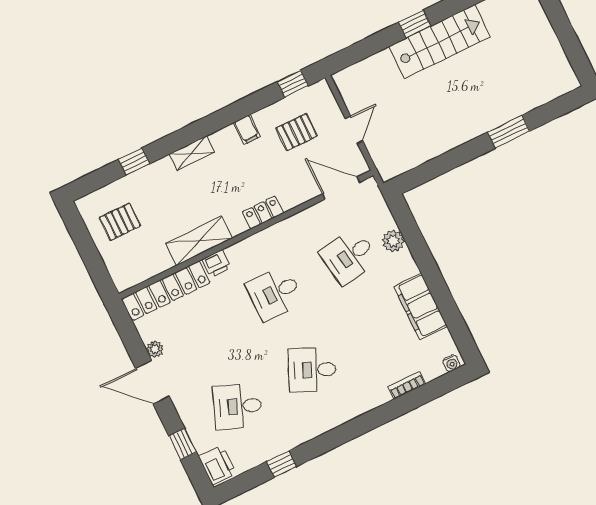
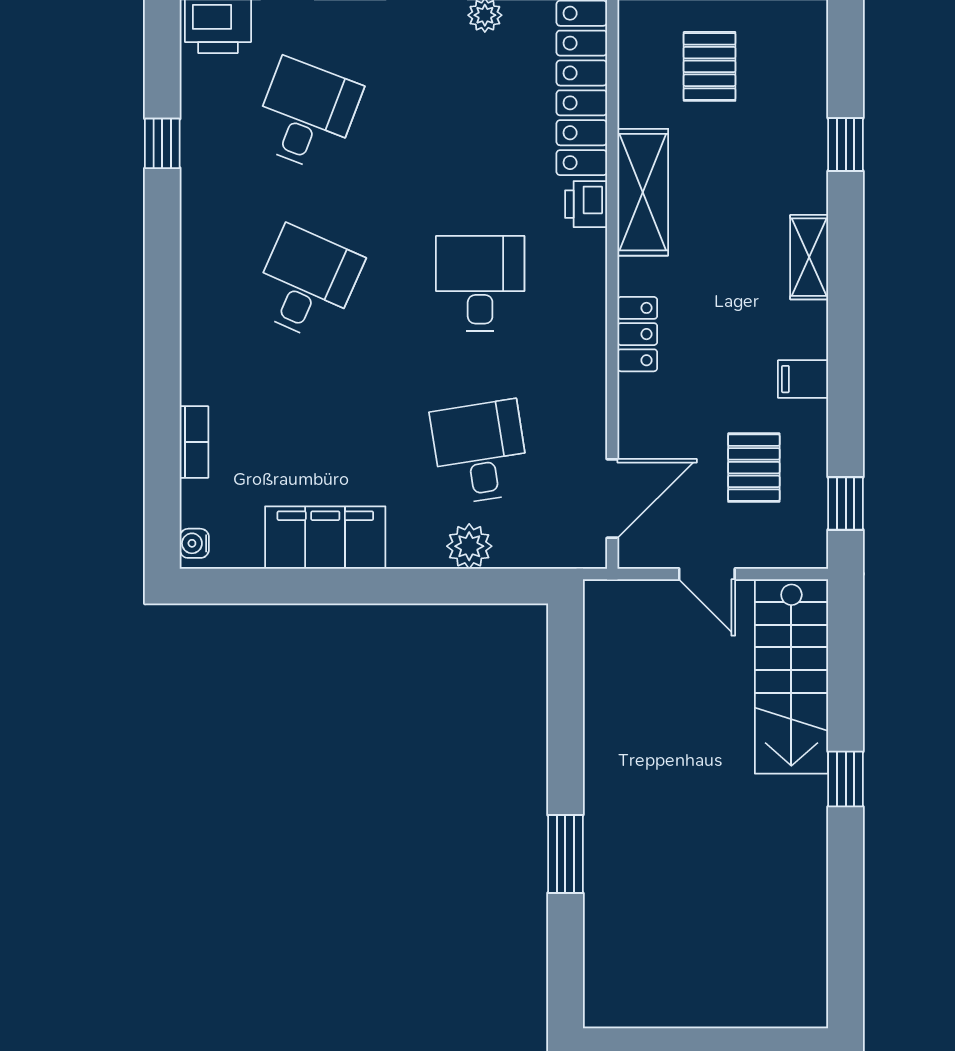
stairs: (440, 41) -> (791, 676), moved
pallet: (120, 222) -> (710, 66), moved

